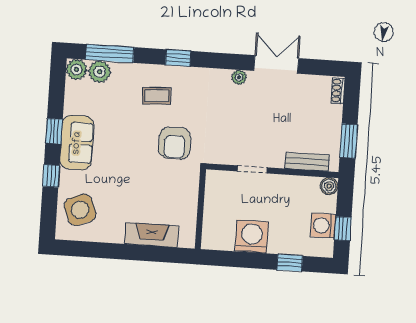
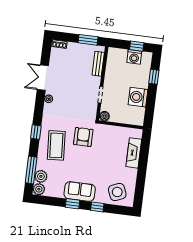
coffee table: (157, 96) -> (56, 145), width x1.86, depth x1.72
armchair: (175, 143) -> (83, 137), turned -90
boiler: (329, 186) -> (104, 116), moved

